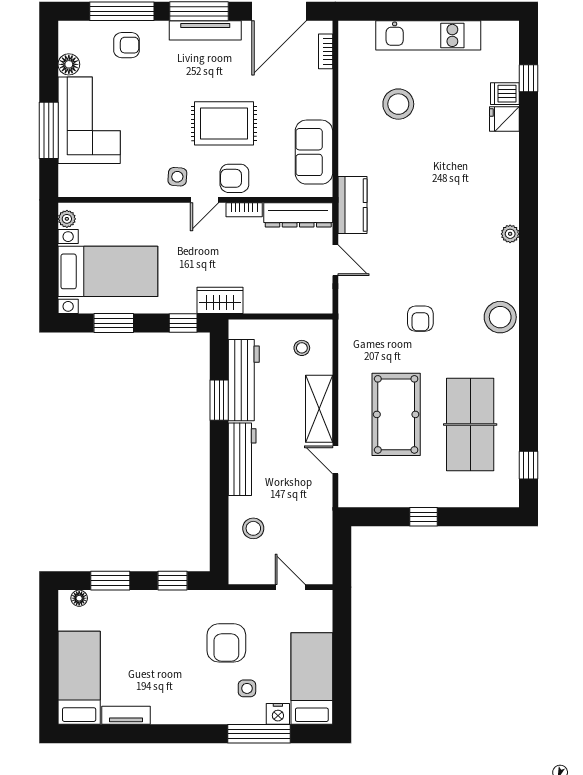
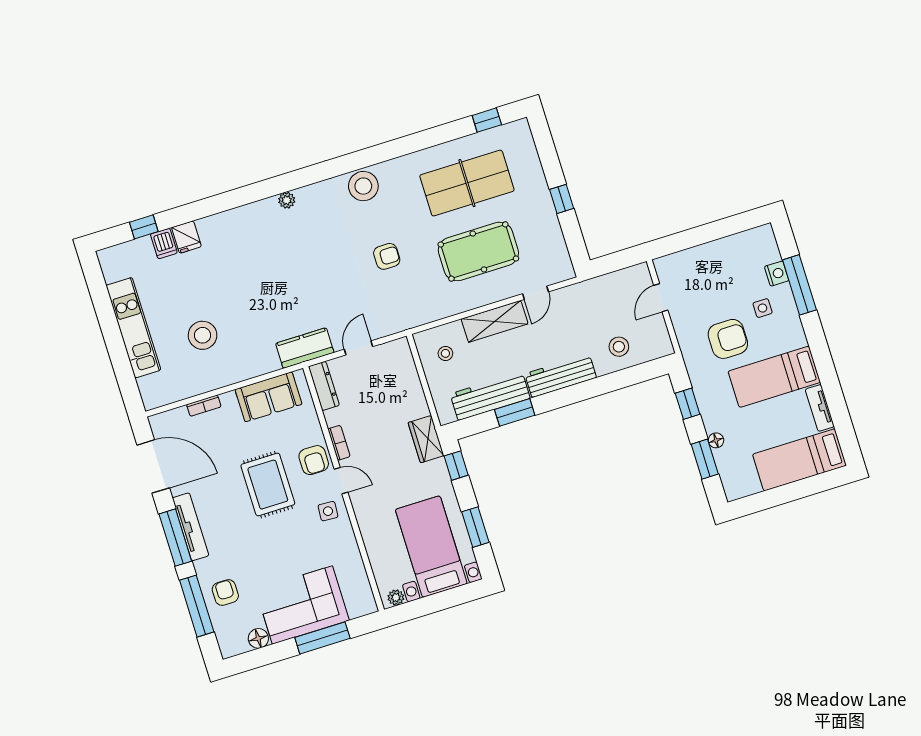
bookcase: (326, 51) -> (204, 406), moved
dresser: (298, 215) -> (324, 386), width x0.73, depth x0.80
floor lamp: (79, 598) -> (716, 440), moved
bed: (312, 678) -> (774, 377), moved

